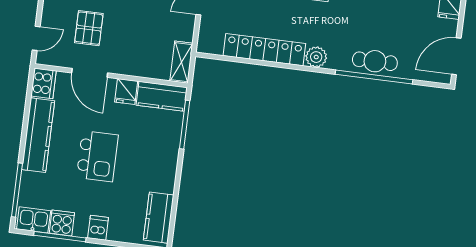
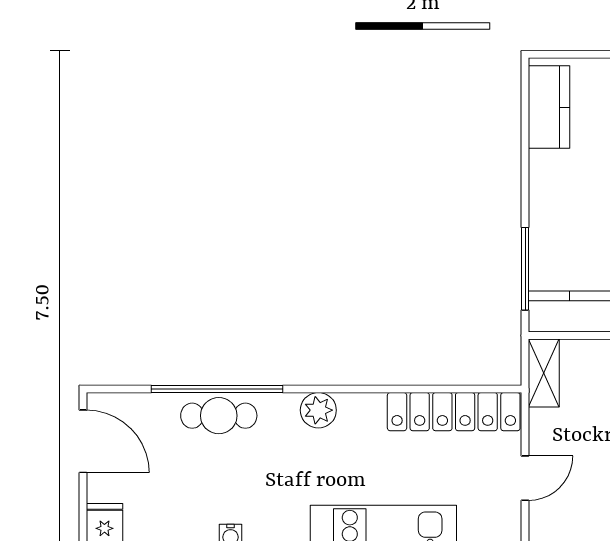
locker: (264, 50) -> (454, 412), moved
door: (456, 56) -> (83, 441), hinge flipped

